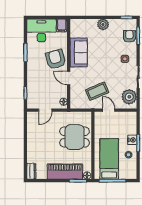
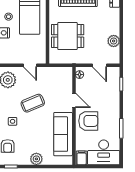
sofa: (79, 52) -> (63, 134), width x1.36
armchair: (56, 59) -> (88, 121), turned -75
coffee table: (97, 91) -> (33, 103), moved
door: (45, 110) -> (99, 65), swing flipped
plant: (32, 132) -> (114, 41), added

